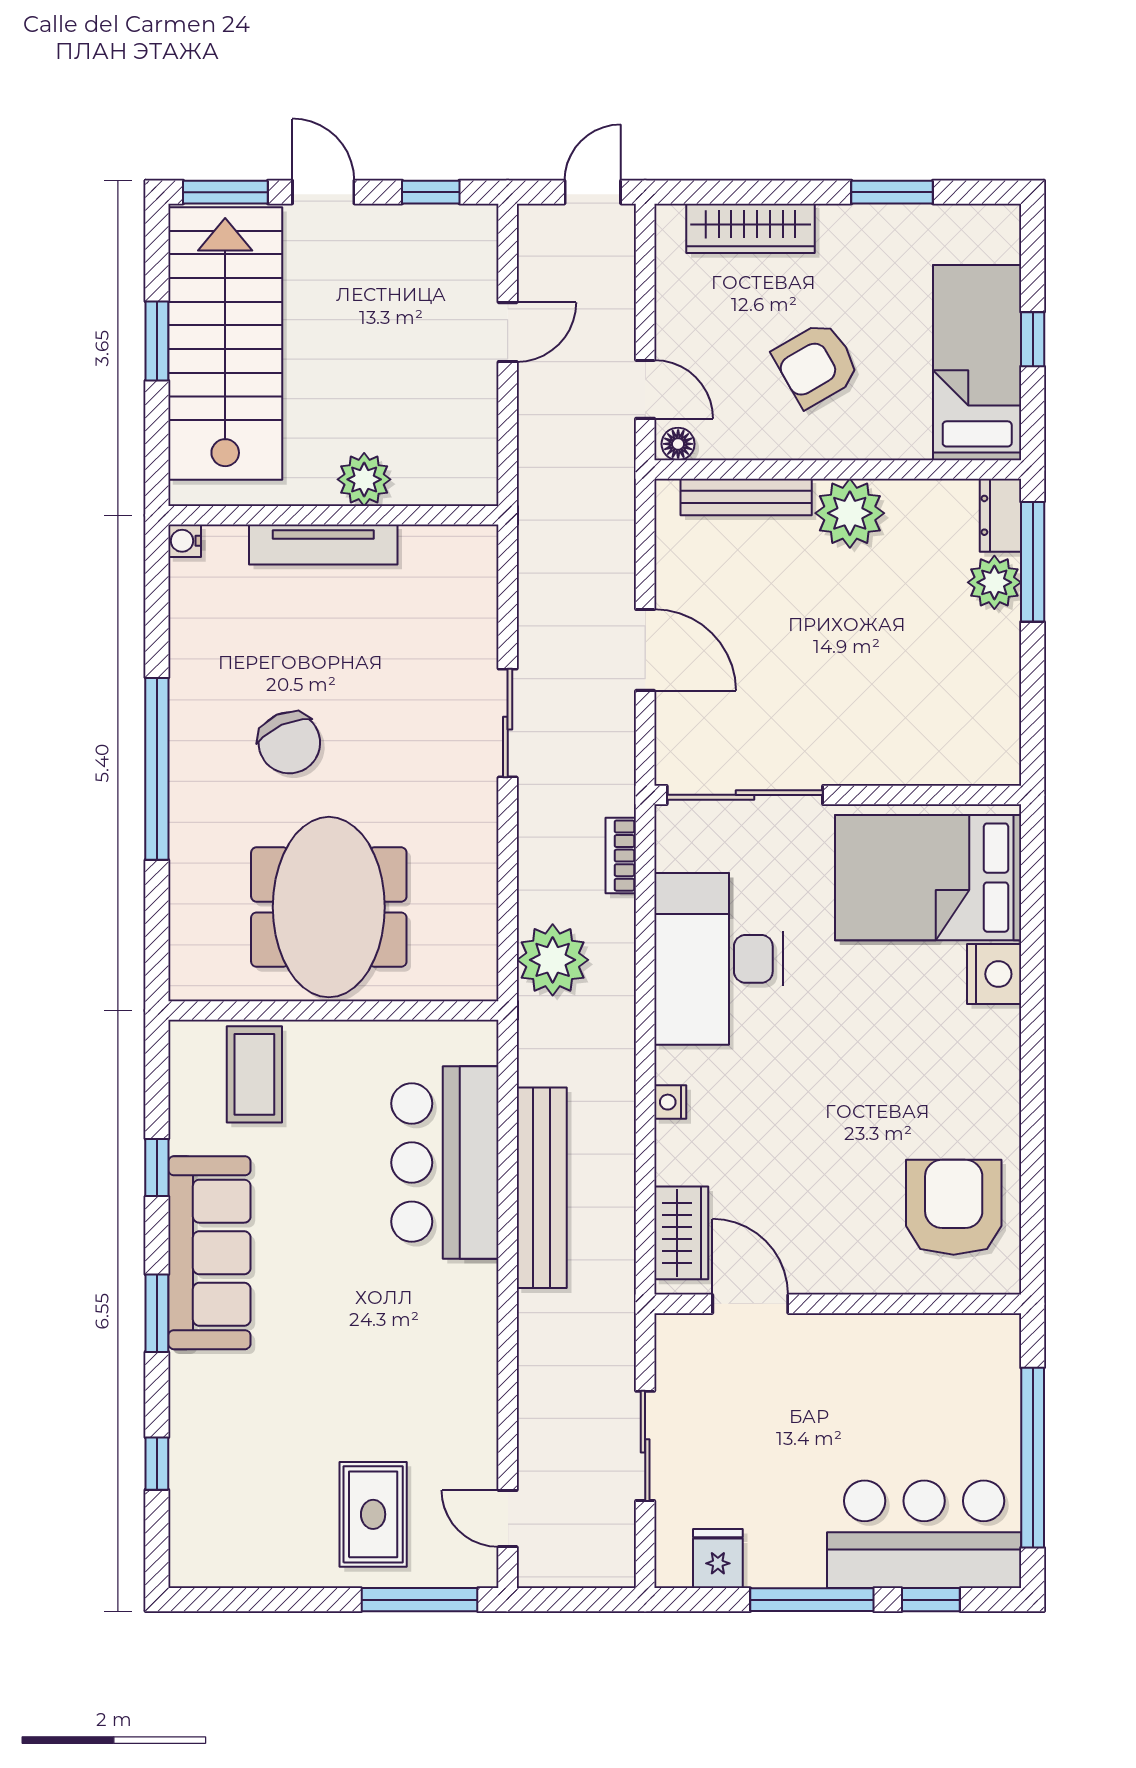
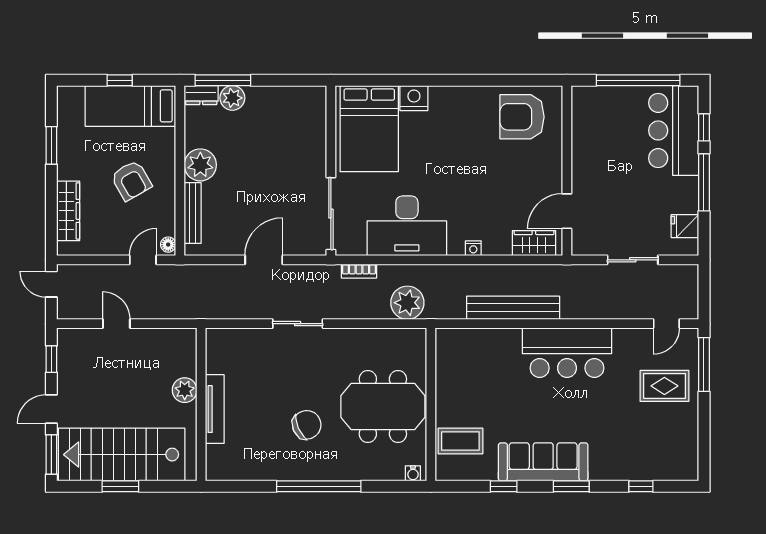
water cooler: (185, 541) -> (413, 473), moved
bar counter: (445, 1163) -> (567, 353), moved

